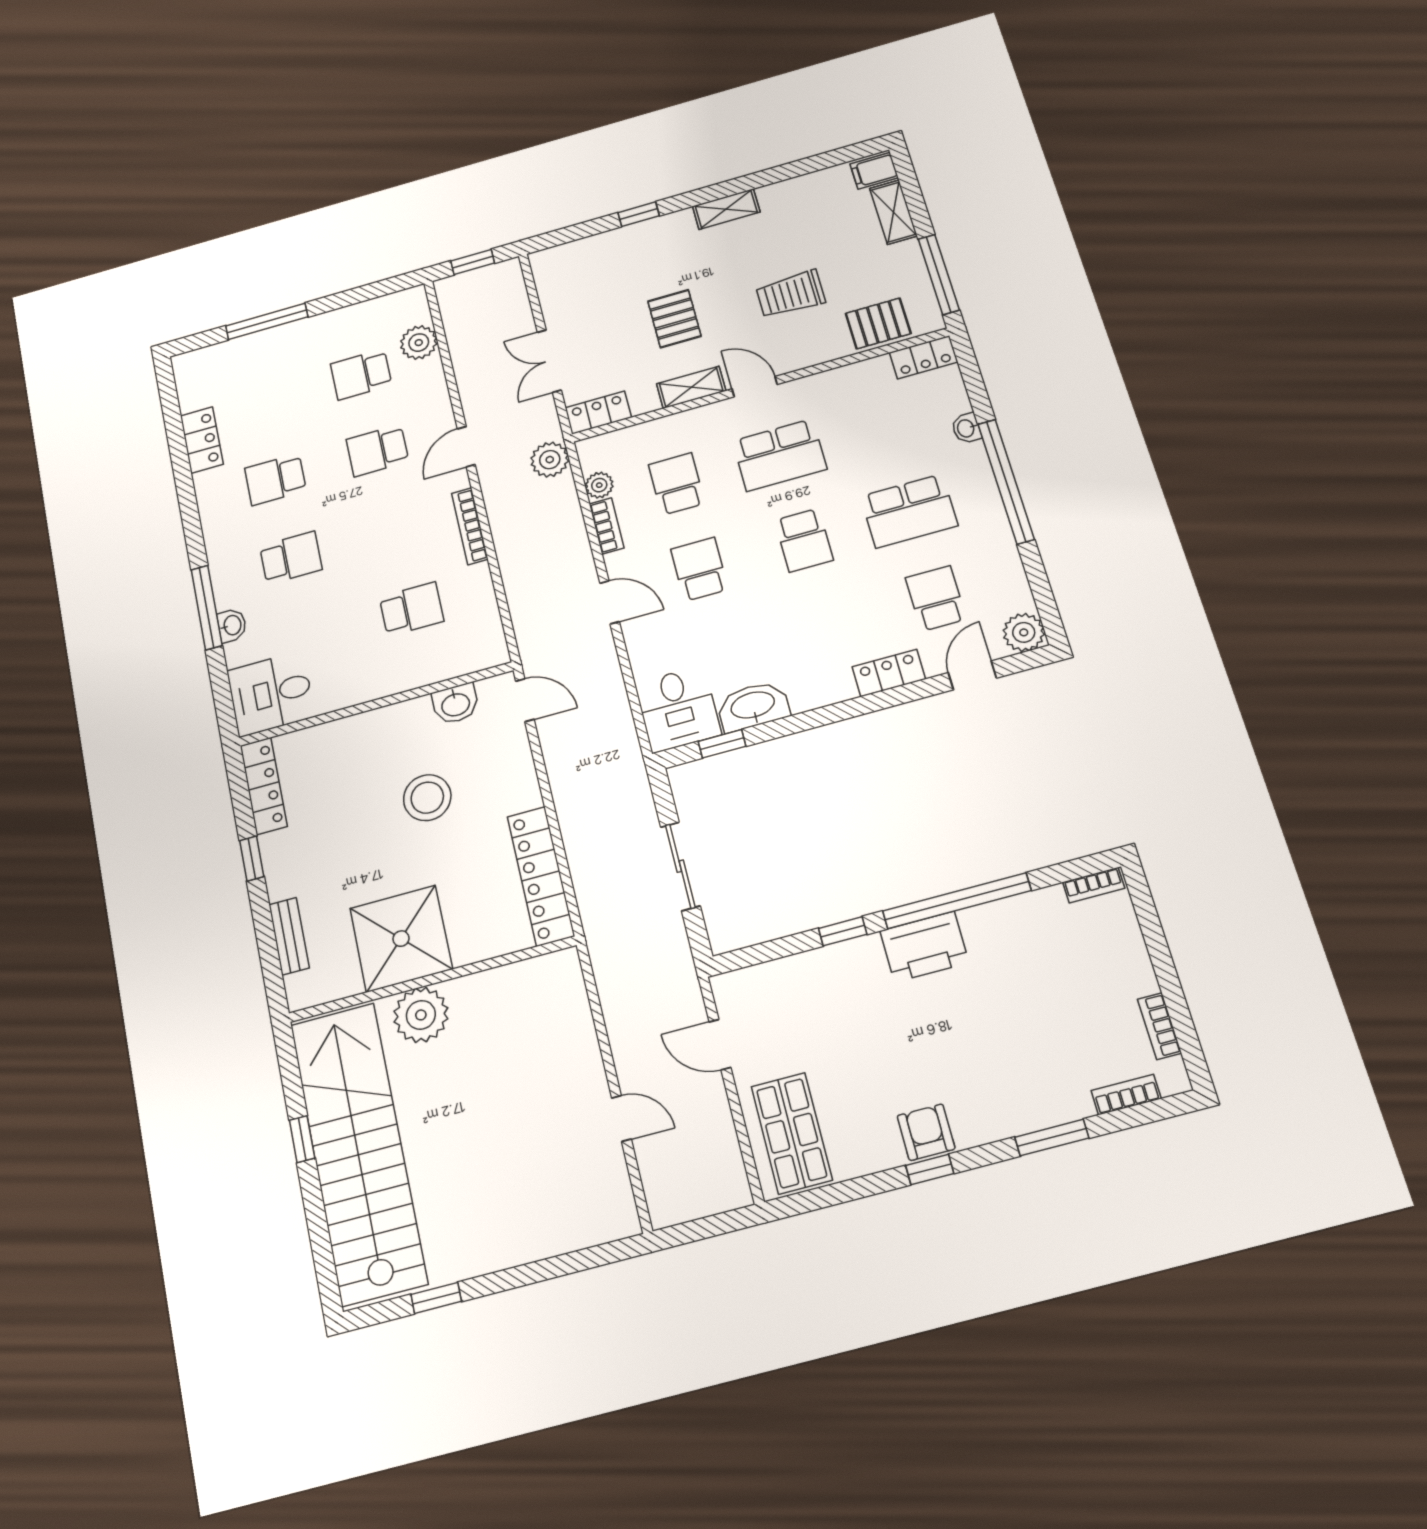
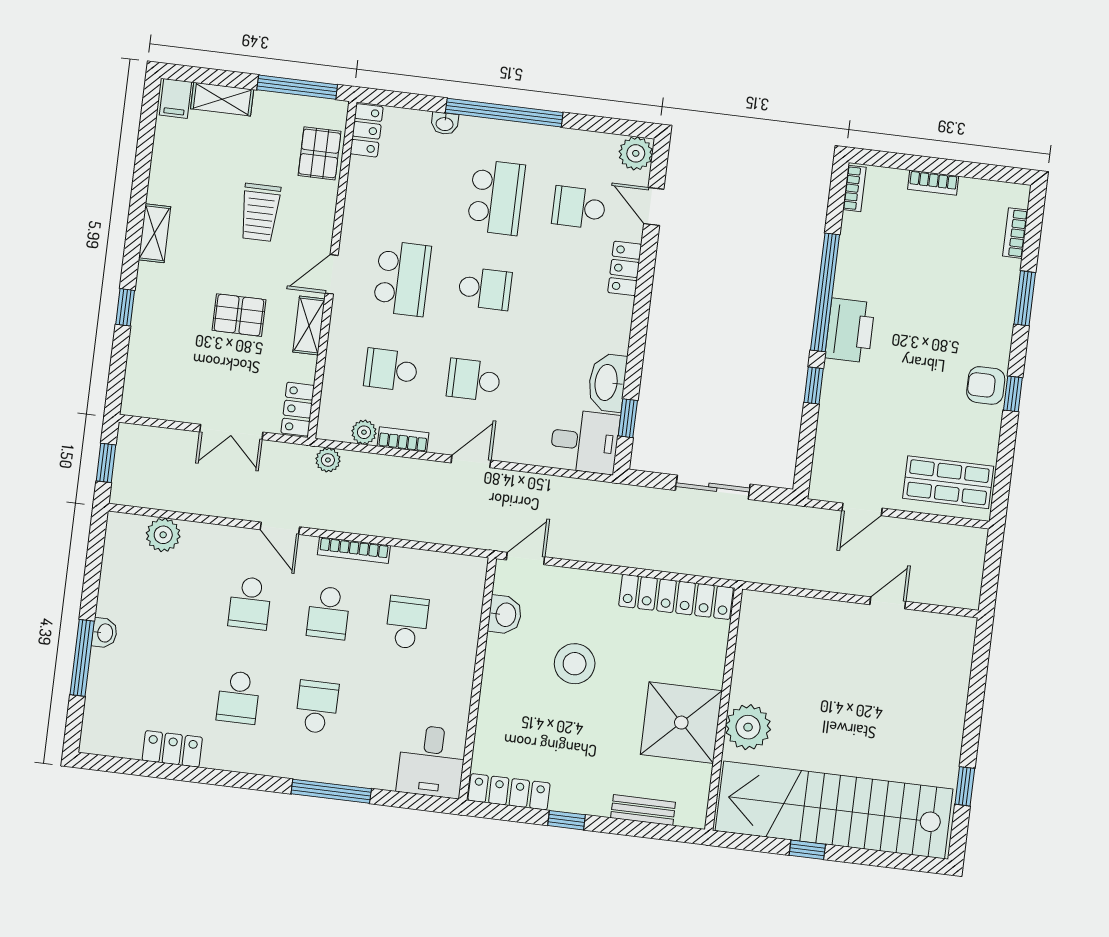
school desk: (361, 374) -> (328, 613), moved
plant: (550, 460) -> (328, 460), width x0.73, depth x0.73
washbasin: (232, 625) -> (104, 633), moved, turned 90
bookcase: (1159, 1026) -> (933, 183), moved

